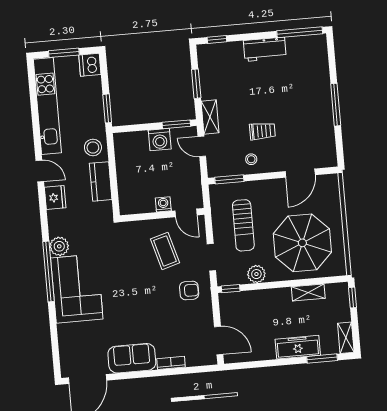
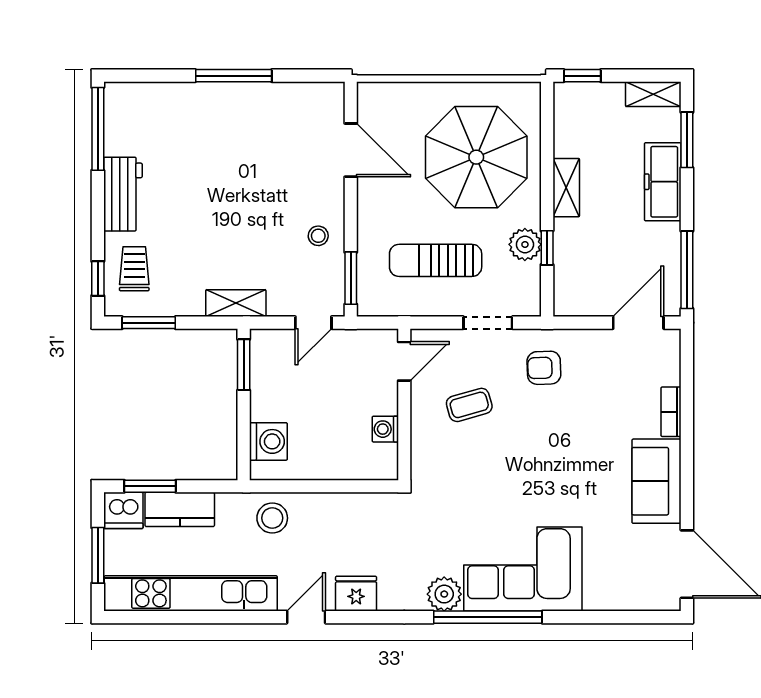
window: (196, 84) -> (149, 323), moved
window: (107, 108) -> (150, 486), moved
trolley: (262, 131) -> (134, 269), moved
washing machine: (160, 140) -> (268, 441), moved
door: (202, 146) -> (313, 323), moved
kitchen counter: (101, 181) -> (180, 509), moved
washing machine: (163, 204) -> (385, 429), moved
sun lounger: (243, 225) -> (436, 260), turned 180
coffee table: (165, 251) -> (469, 405), width x0.73, depth x0.77
window: (231, 289) -> (547, 248), moved
armchair: (189, 290) -> (544, 368), turned -92
shelving: (308, 292) -> (566, 188), moved
window: (250, 365) -> (687, 270), added

